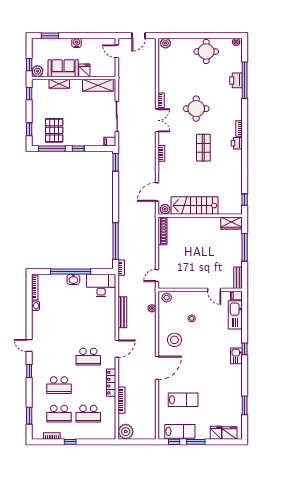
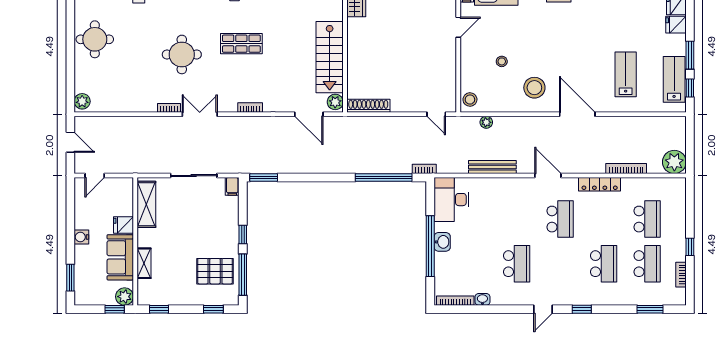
school desk: (59, 328) -> (517, 264), added

